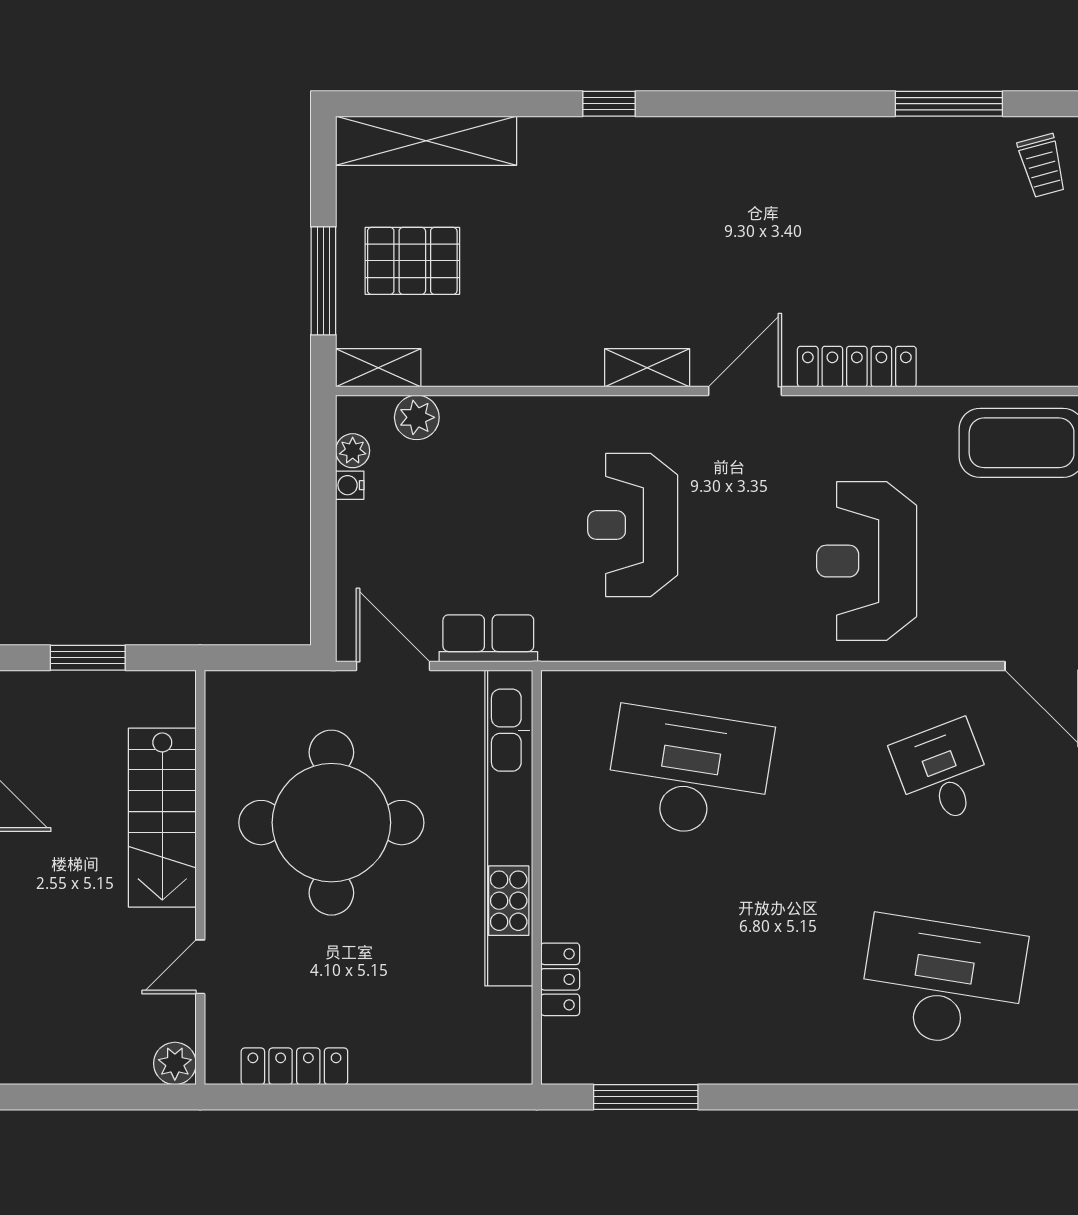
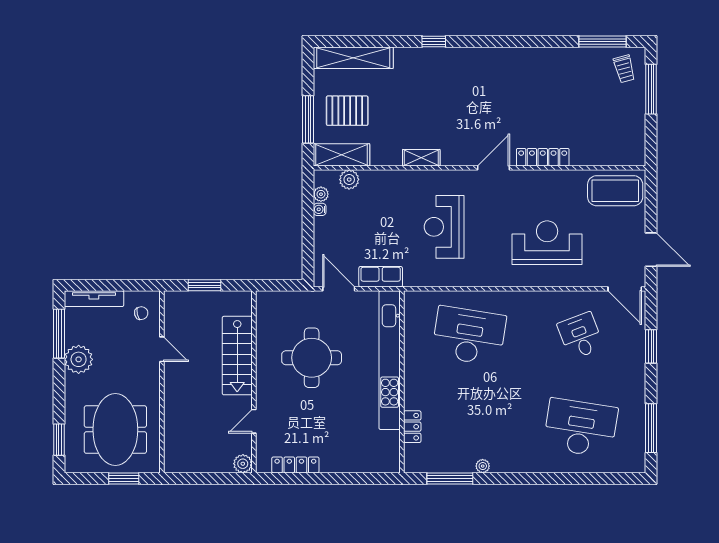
window: (949, 104) -> (602, 42), moved
shelving: (378, 368) -> (342, 155), width x1.50, depth x1.33
shelving: (647, 368) -> (421, 158), moved
reception desk: (867, 561) -> (547, 243), turned 90
round table: (331, 823) -> (312, 358), width x0.73, depth x0.73
plant: (720, 1069) -> (483, 466), added

